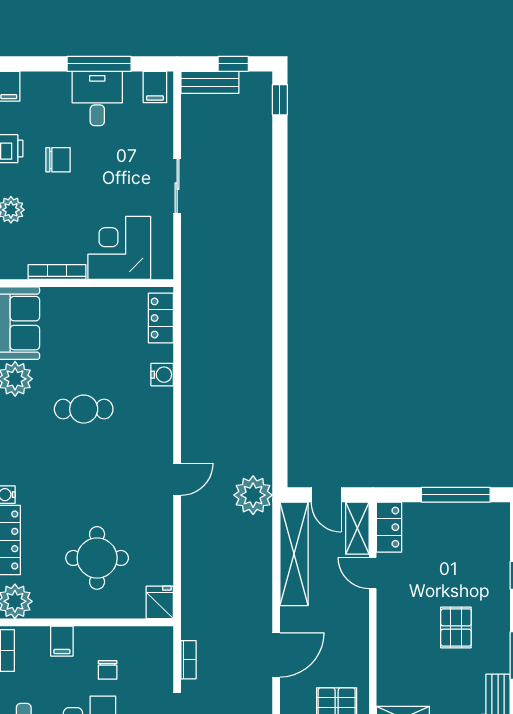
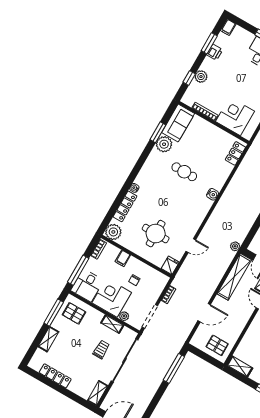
chair: (58, 160) -> (231, 68), removed
water cooler: (162, 375) -> (213, 194), moved
door: (177, 479) -> (191, 246), moved
plant: (253, 495) -> (235, 246), width x0.53, depth x0.53

